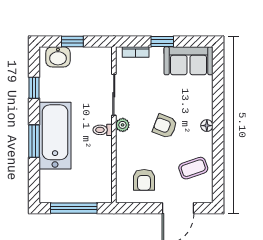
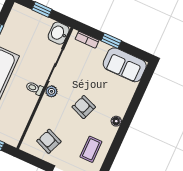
washbasin: (58, 57) -> (59, 33), moved, turned 90
coffee table: (193, 168) -> (91, 149), turned -71
armchair: (144, 180) -> (49, 141), turned 112

